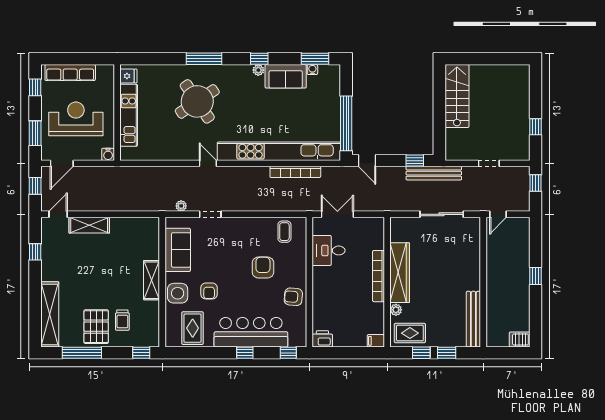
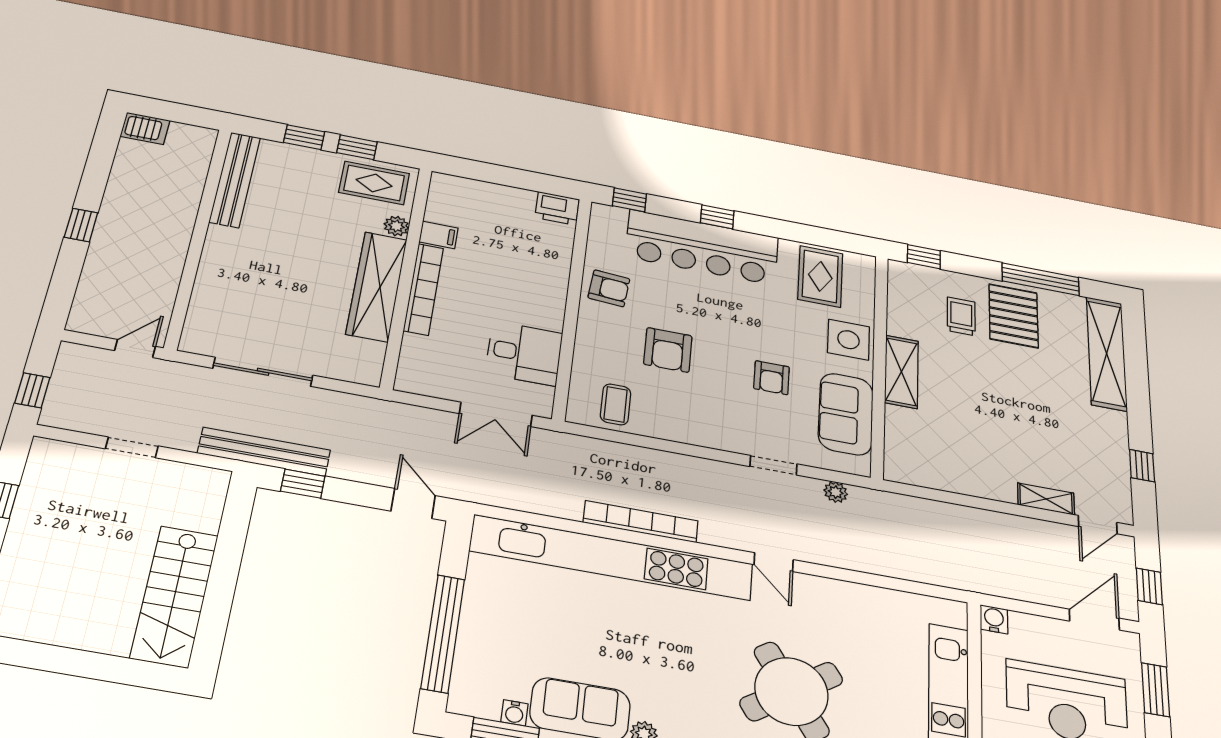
window: (346, 123) -> (443, 633), moved
bookcase: (295, 172) -> (641, 522), moved
shelving: (89, 225) -> (1046, 499), width x0.67, depth x0.75
armchair: (209, 291) -> (772, 378), moved, turned 180
filing cabinet: (376, 341) -> (439, 235), moved

